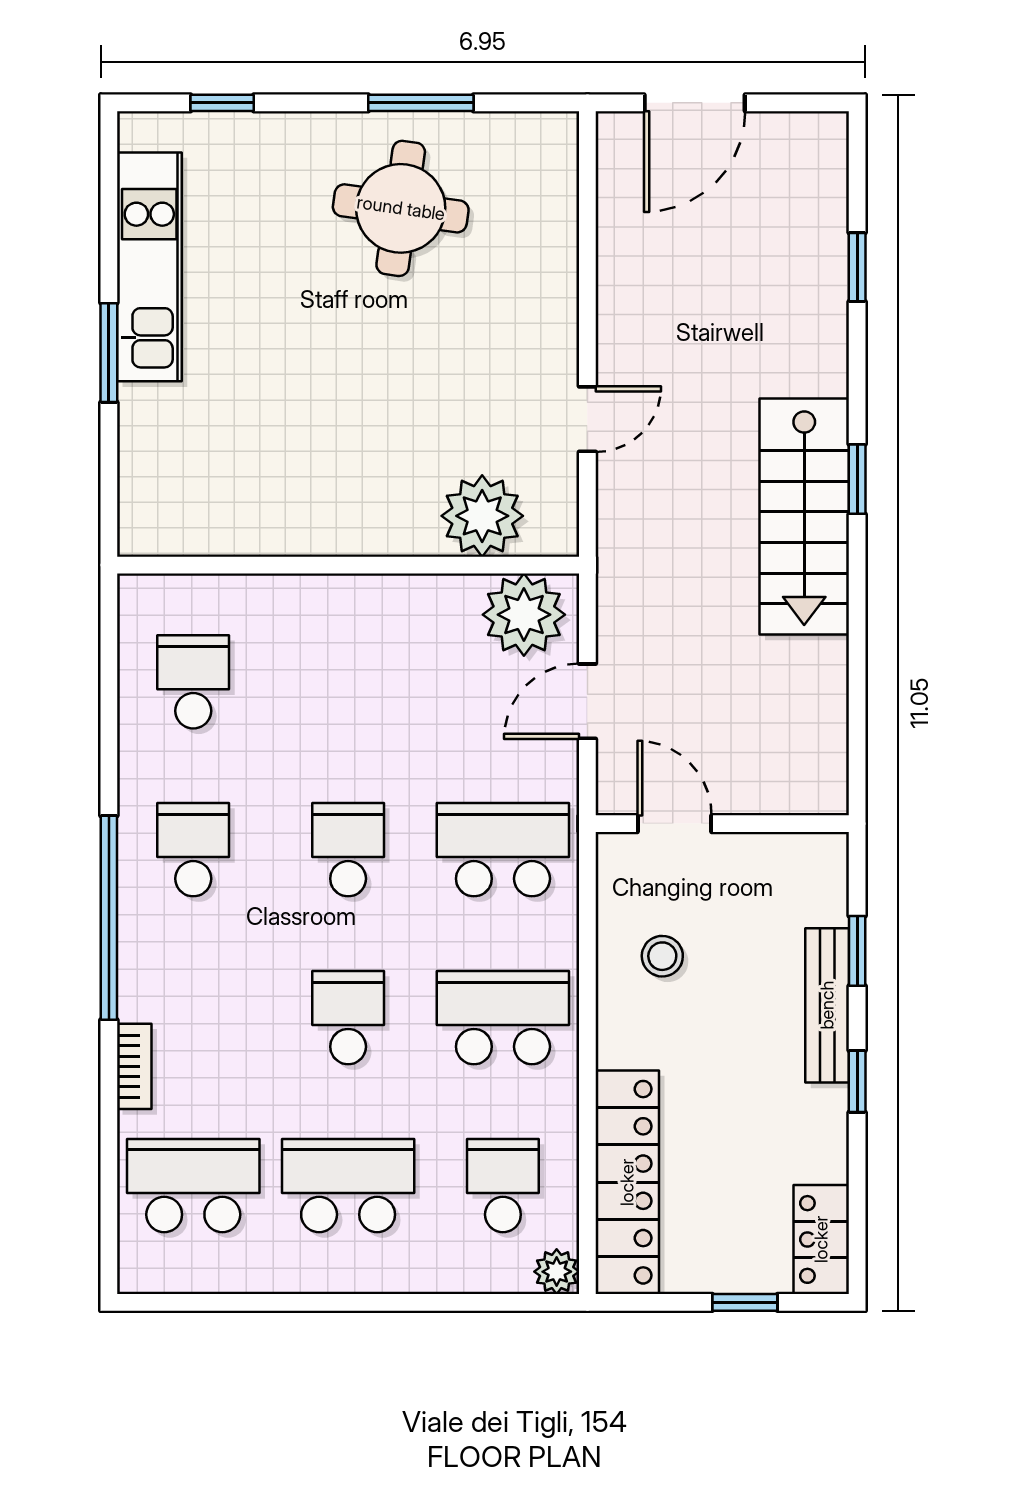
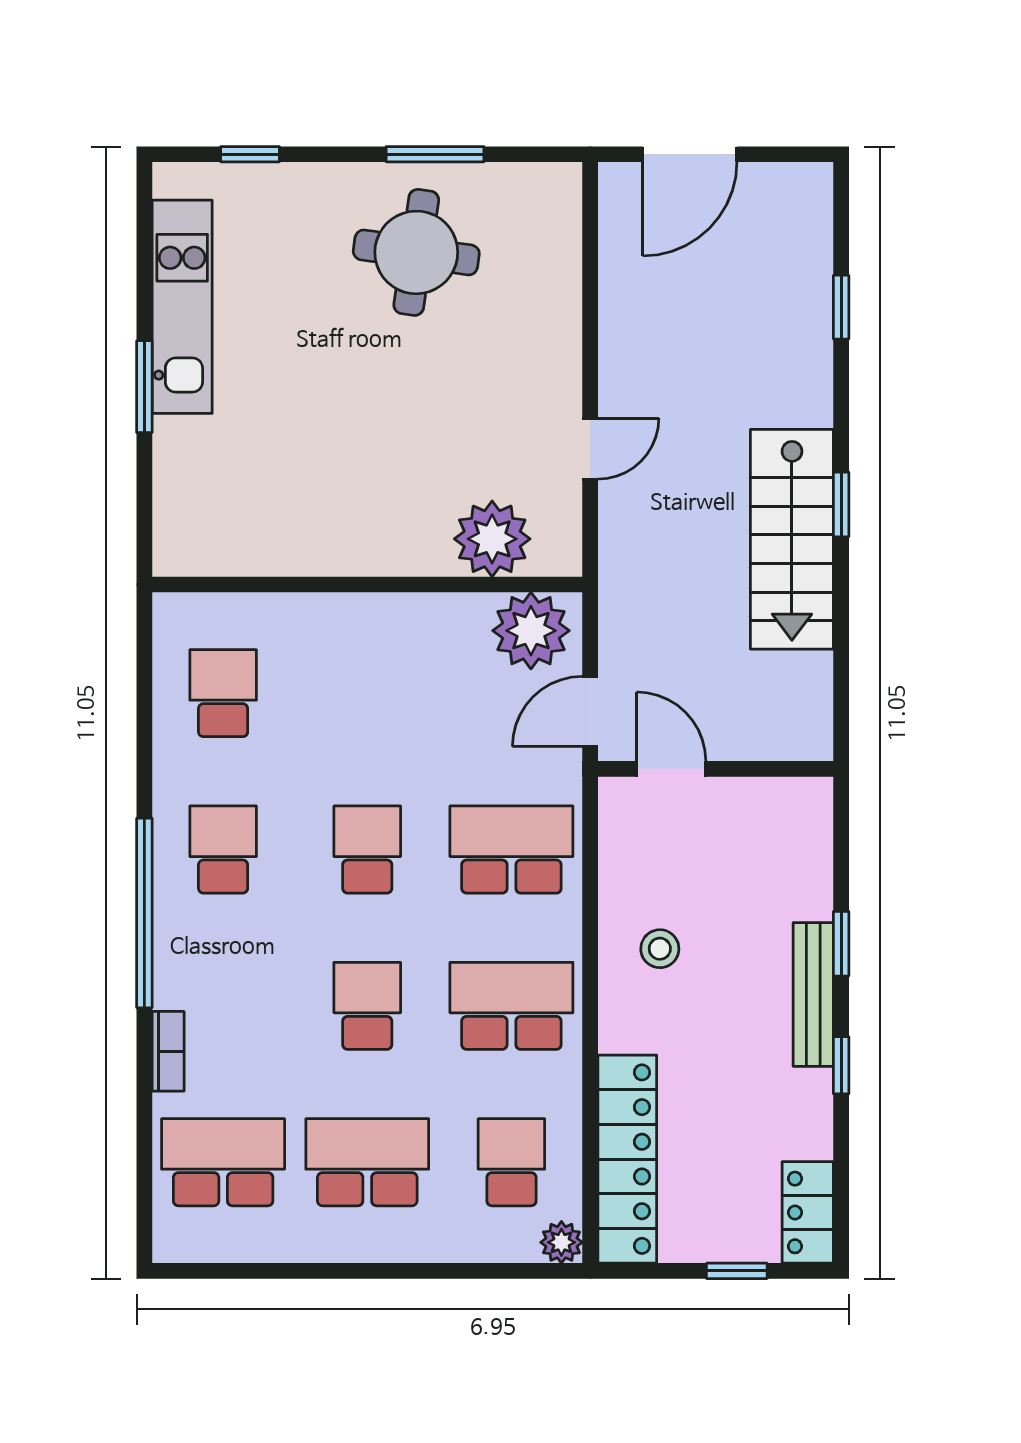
door: (675, 824) -> (671, 769), moved
wall: (722, 824) -> (716, 769), moved

